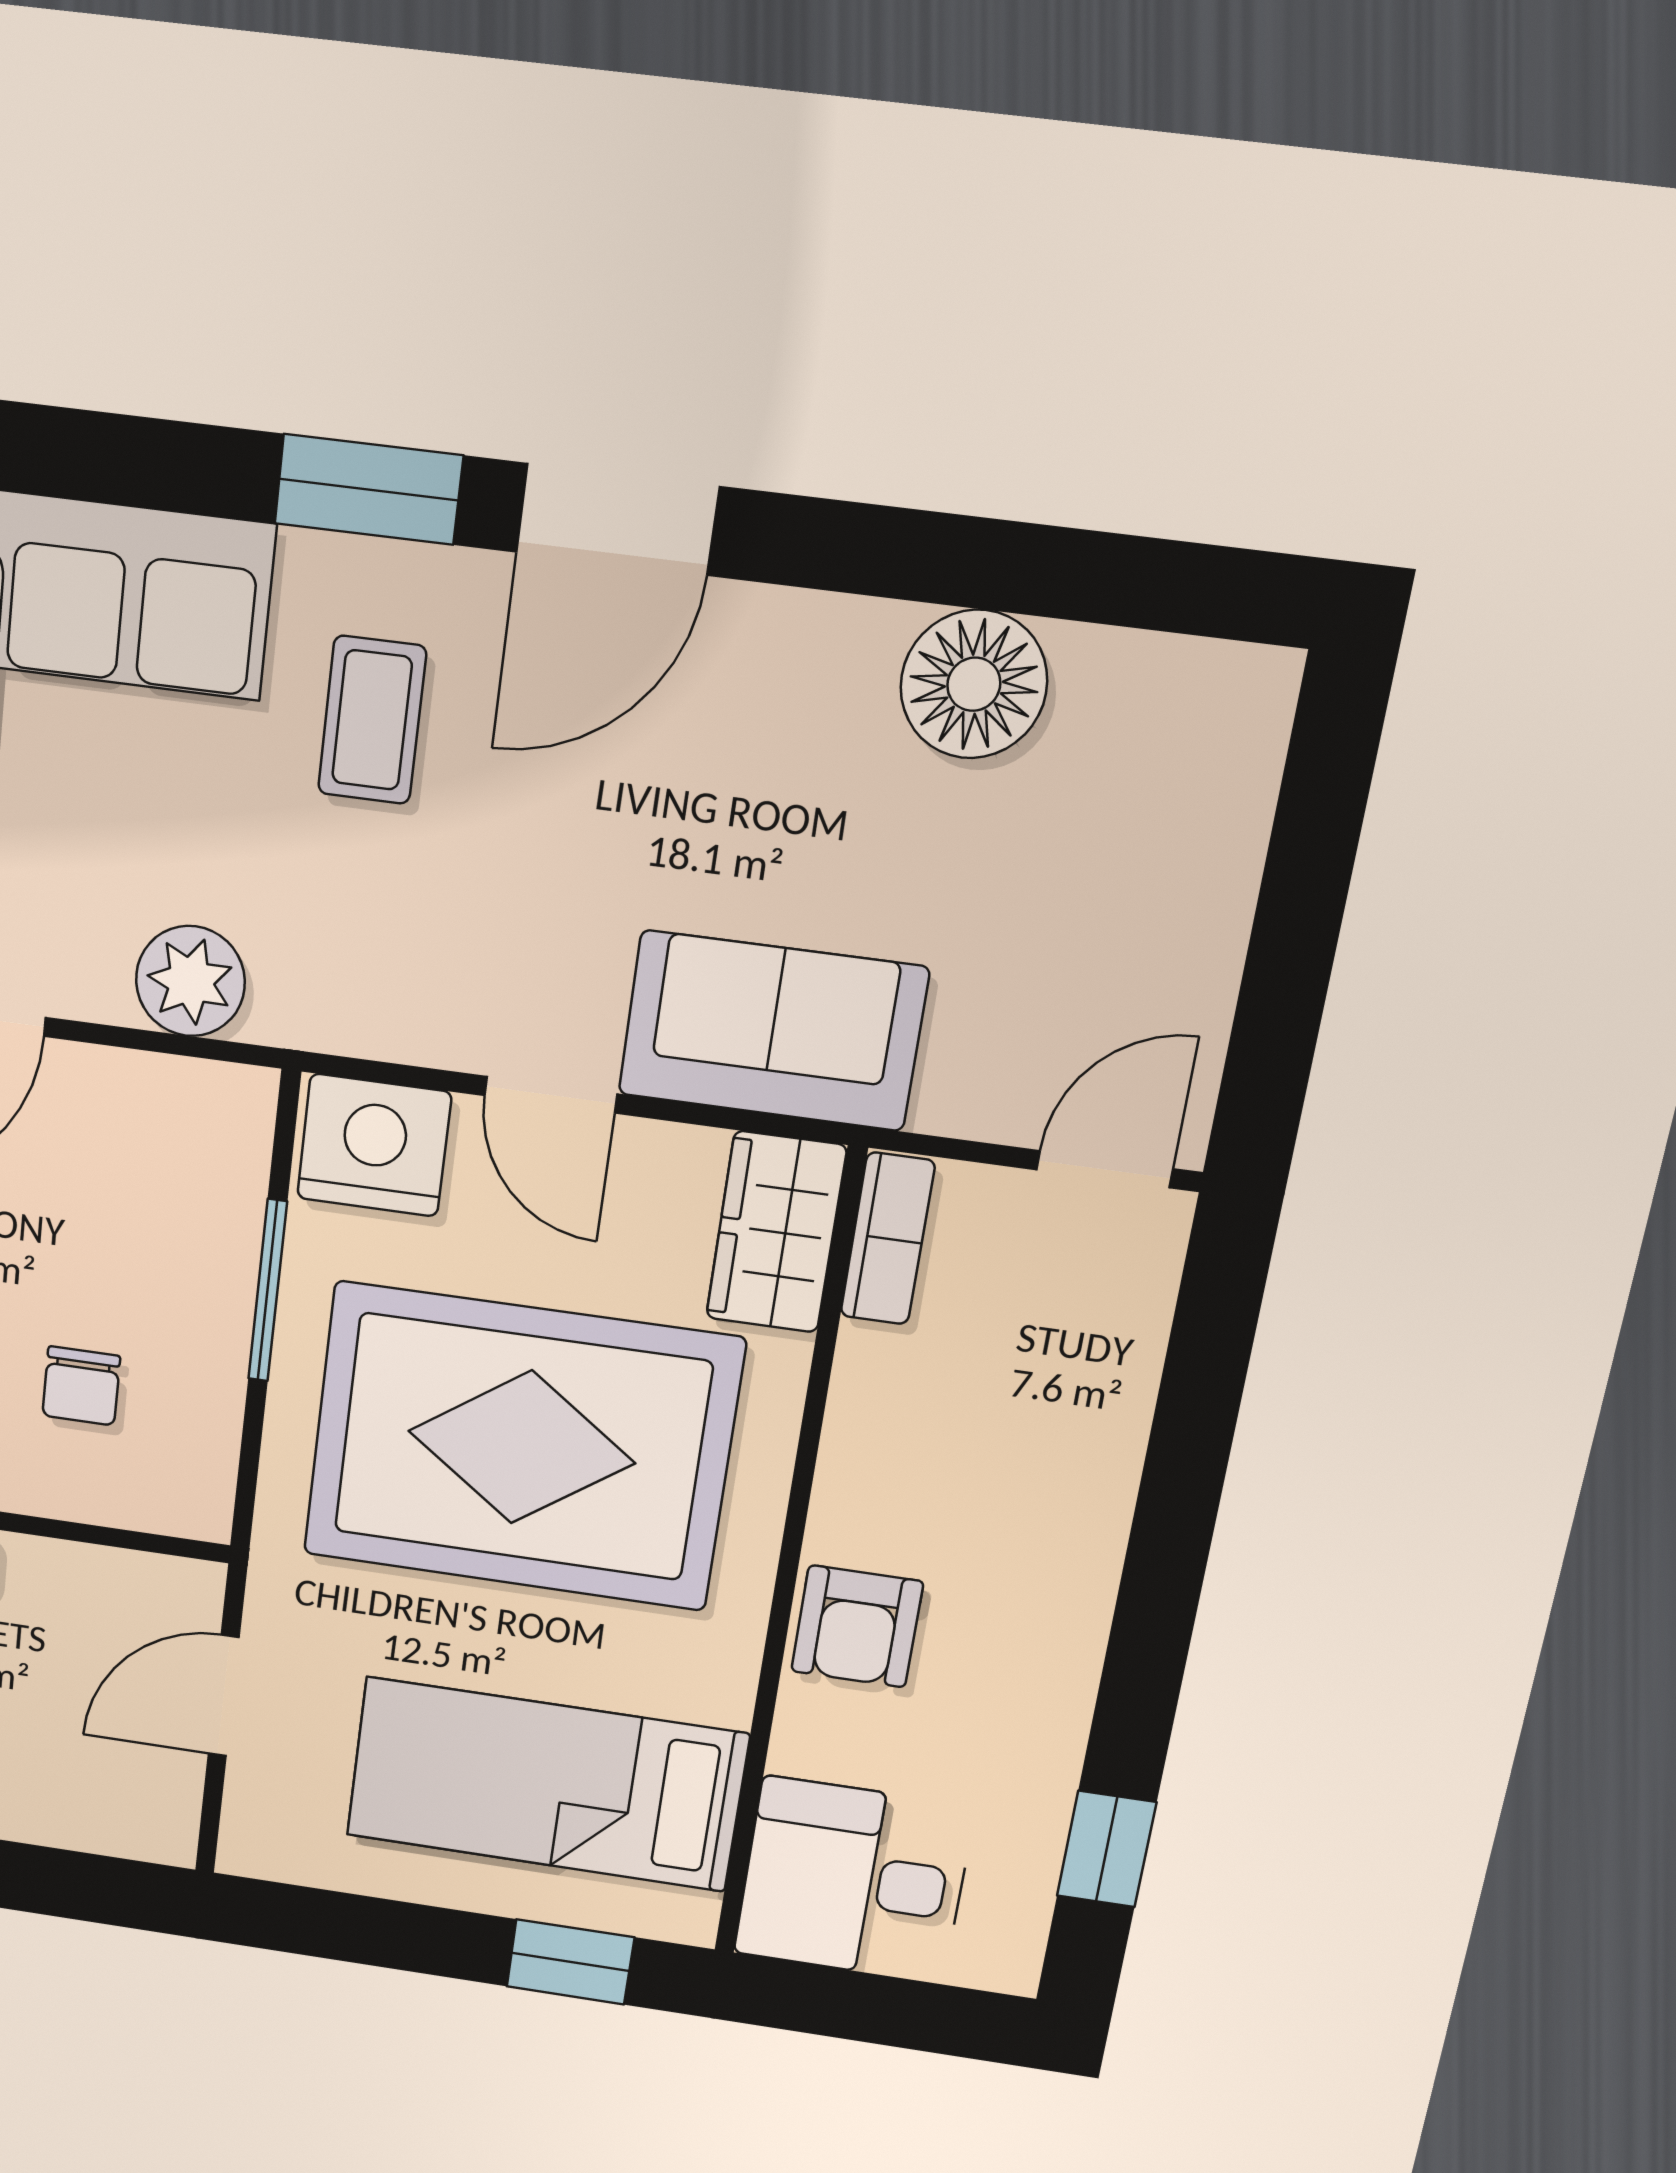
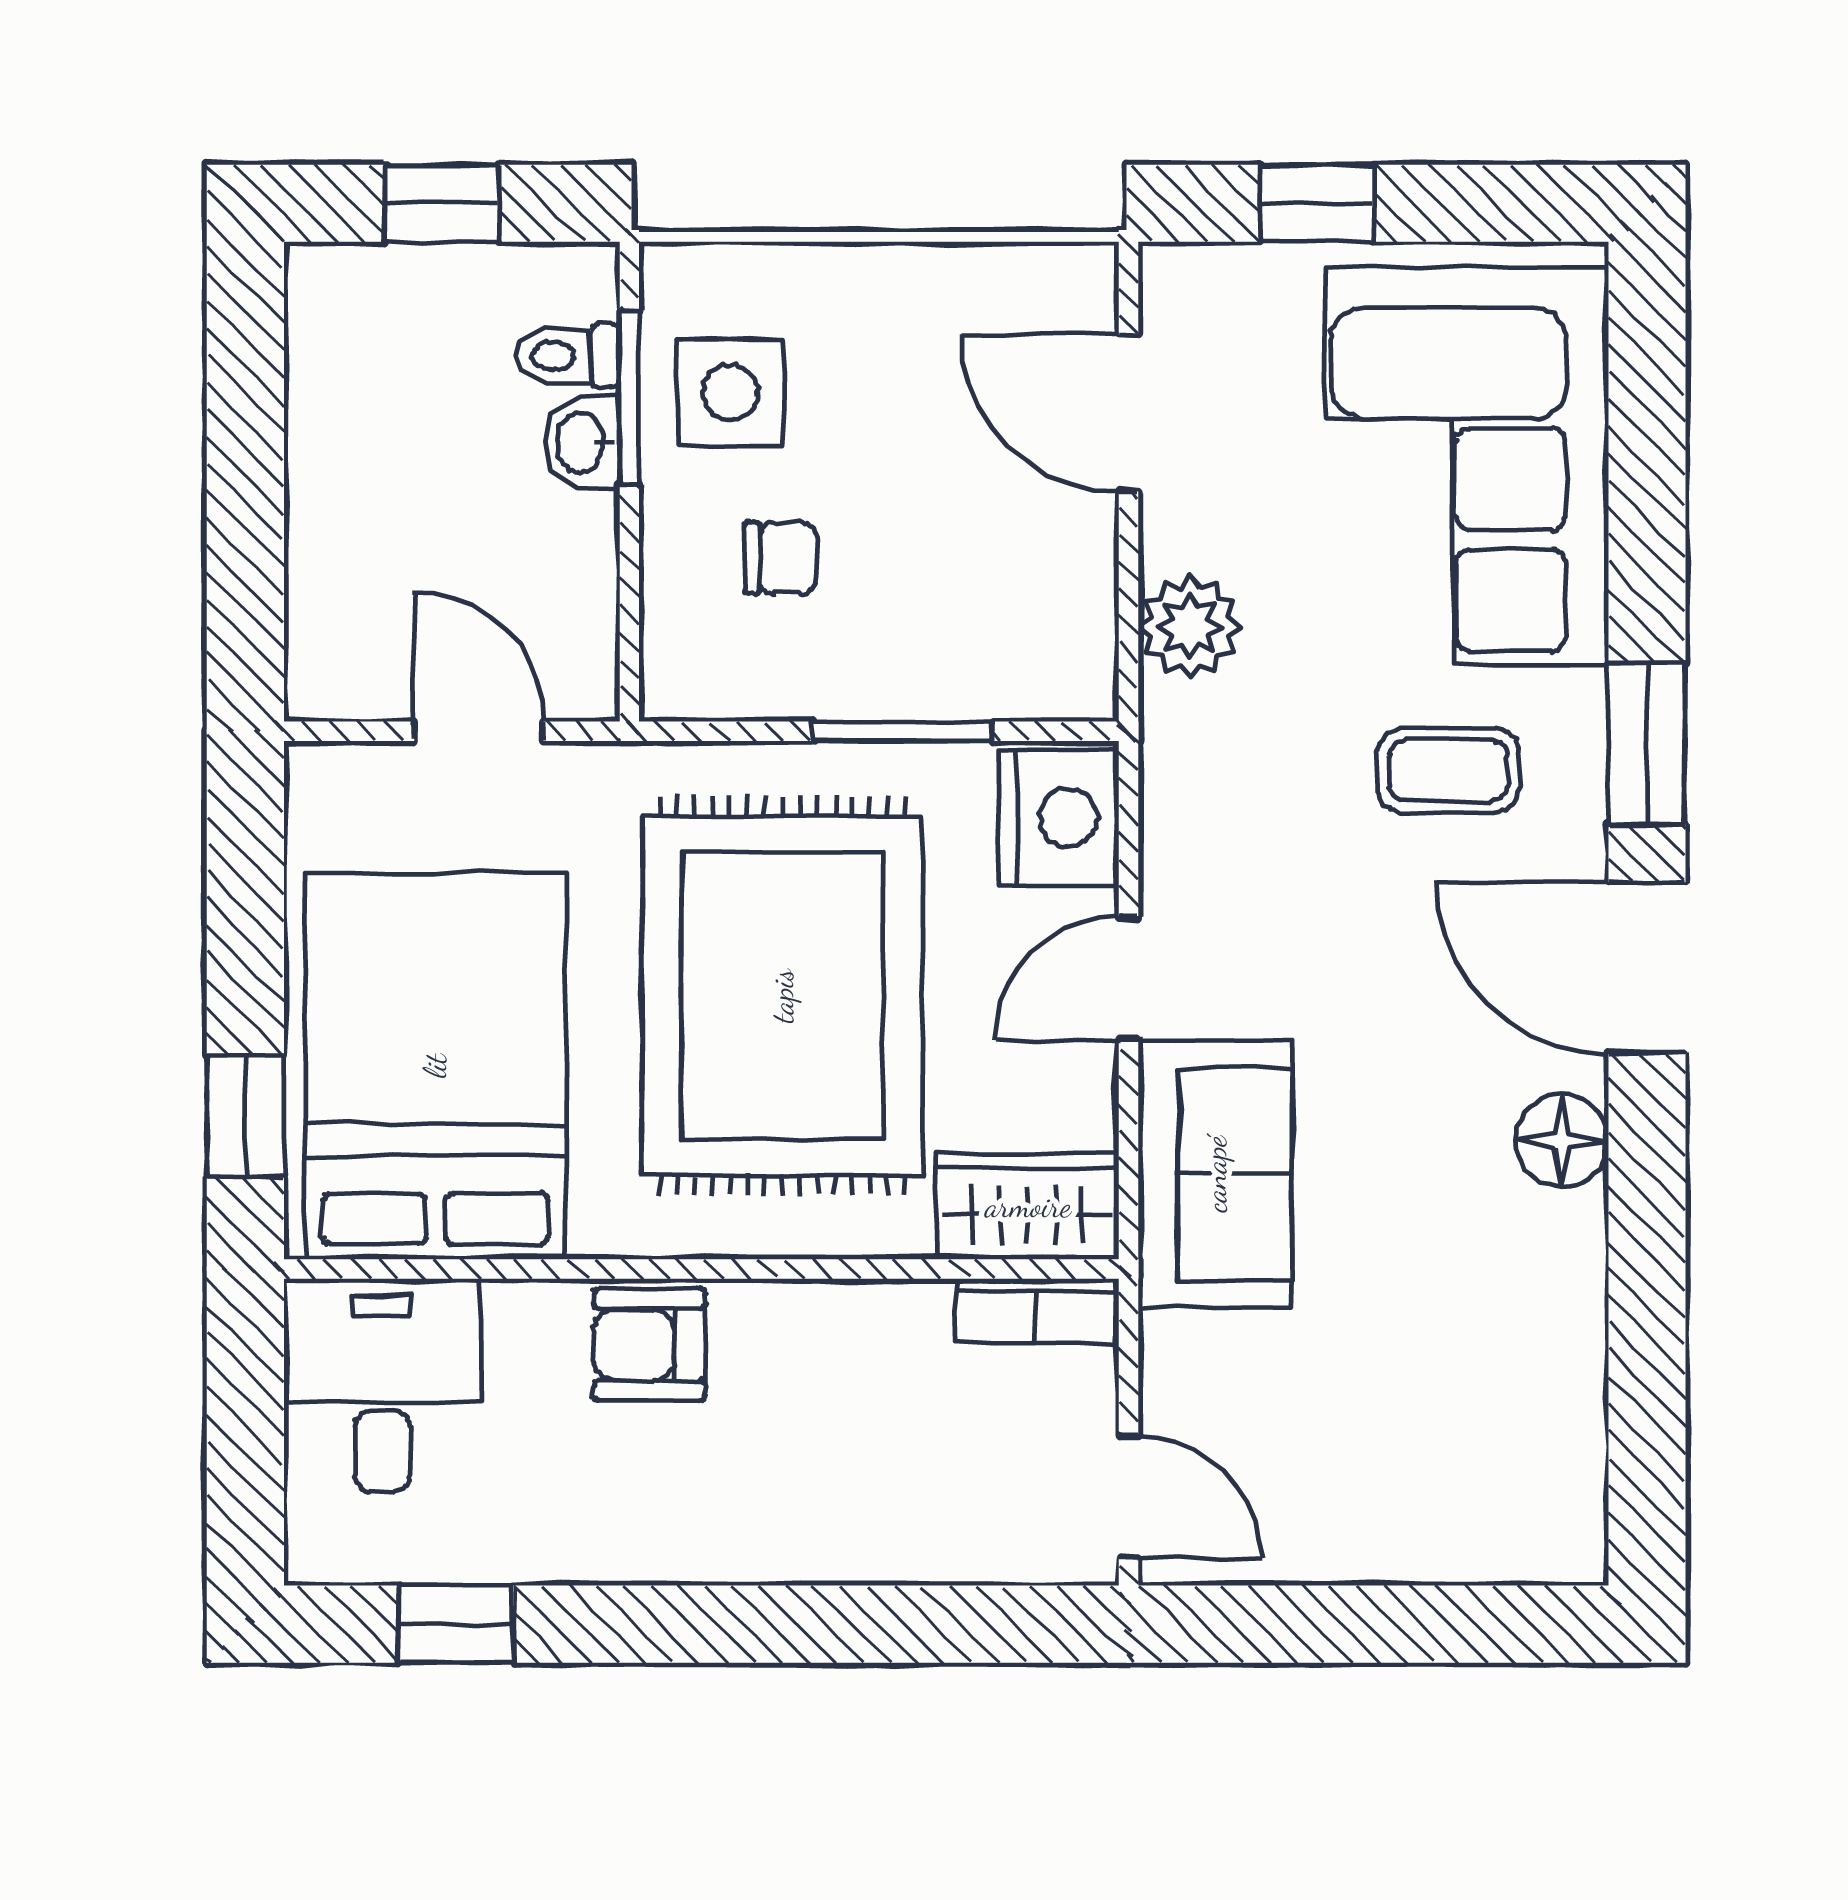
floor lamp: (974, 684) -> (1562, 1141), moved, width x0.73, depth x0.73
chair: (81, 1386) -> (781, 558), turned 180
bed: (546, 1785) -> (435, 1066), width x1.50

